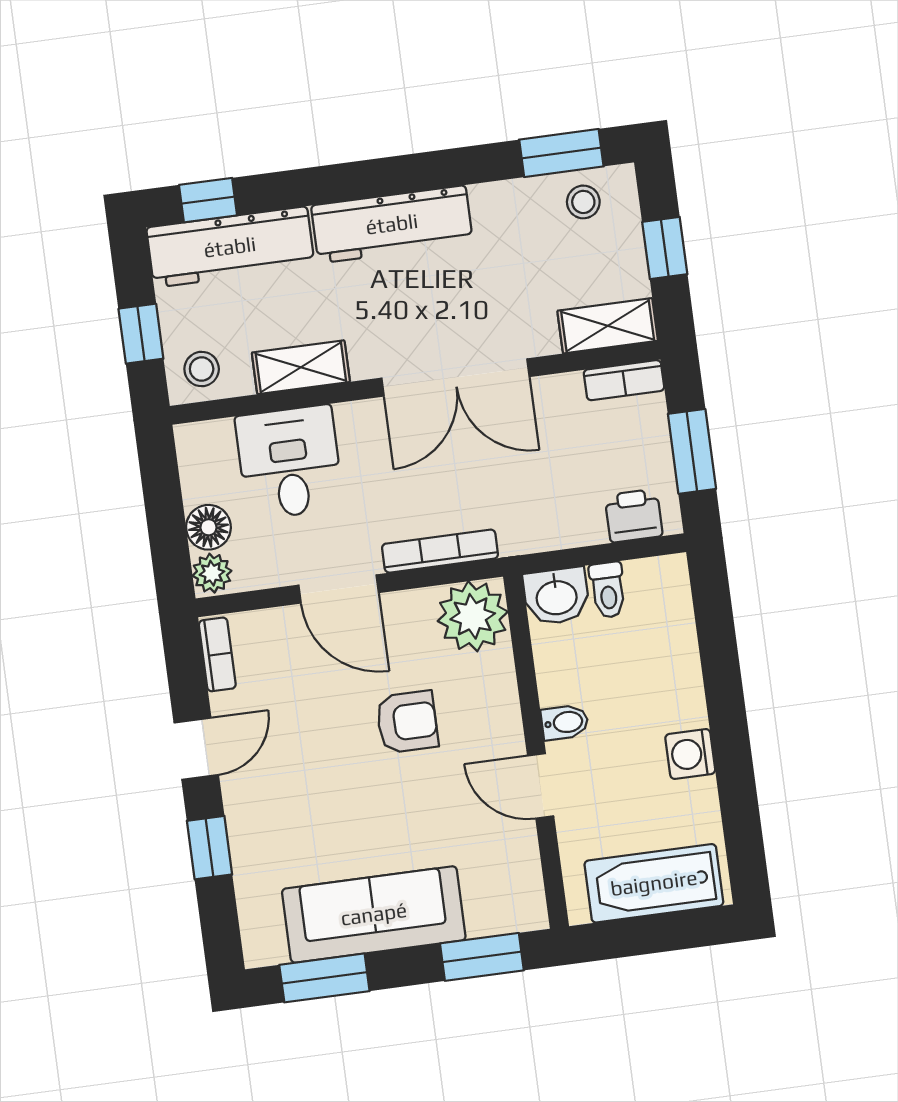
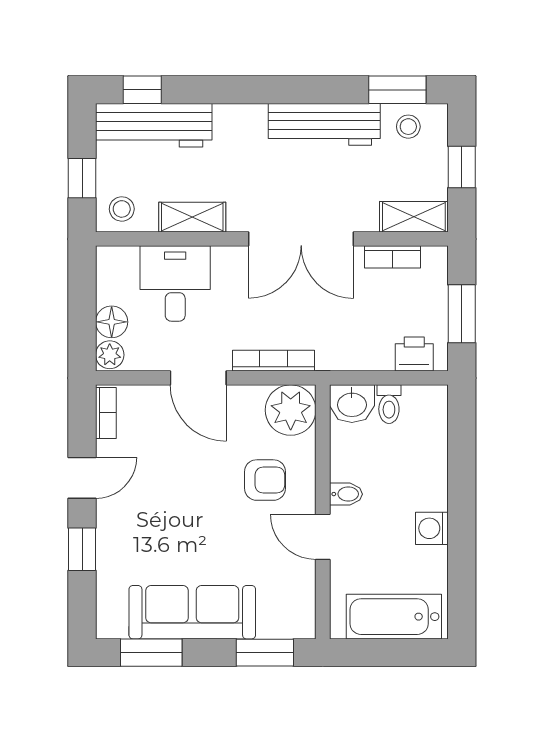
workbench: (392, 224) -> (324, 124), moved
bookcase: (624, 380) -> (393, 257), moved
armchair: (407, 722) -> (265, 480), moved

